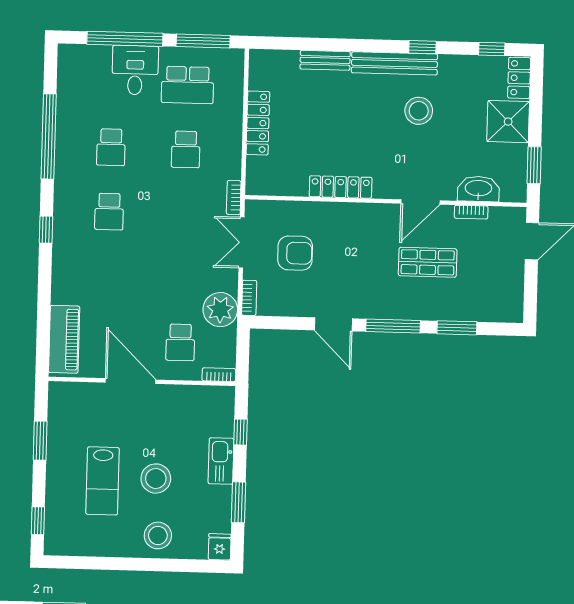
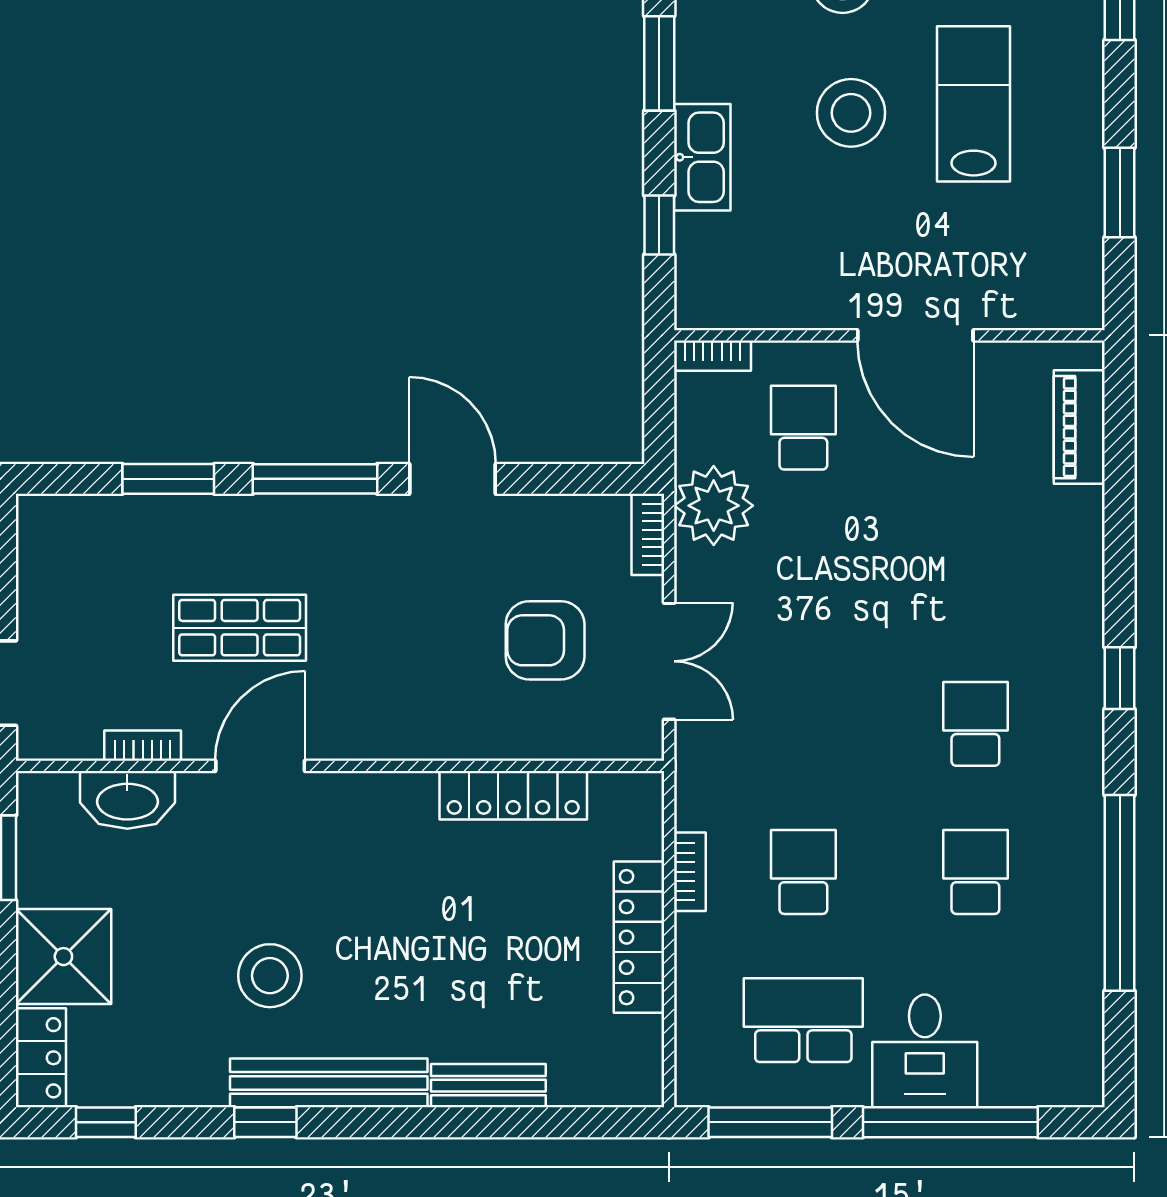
locker: (341, 187) -> (513, 795), moved
bookcase: (234, 198) -> (690, 872), moved
piano: (64, 339) -> (1079, 427), width x0.73, depth x0.75

